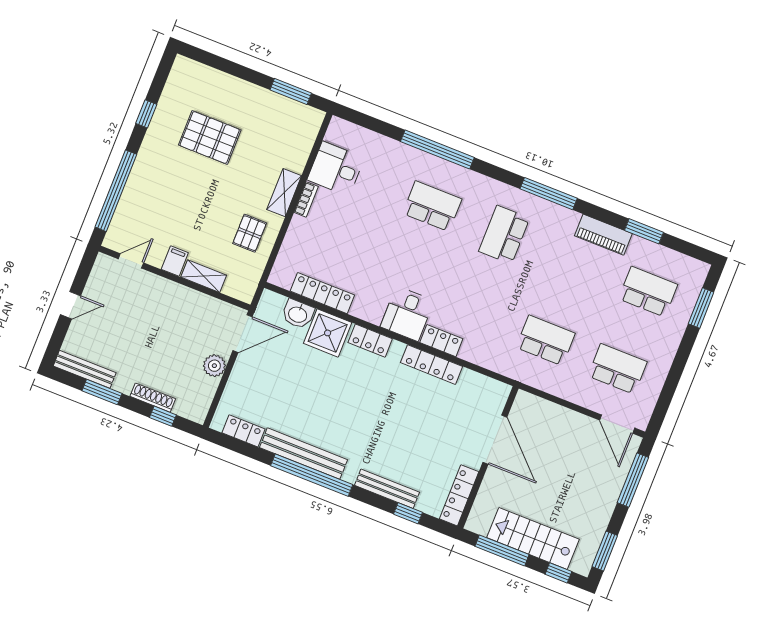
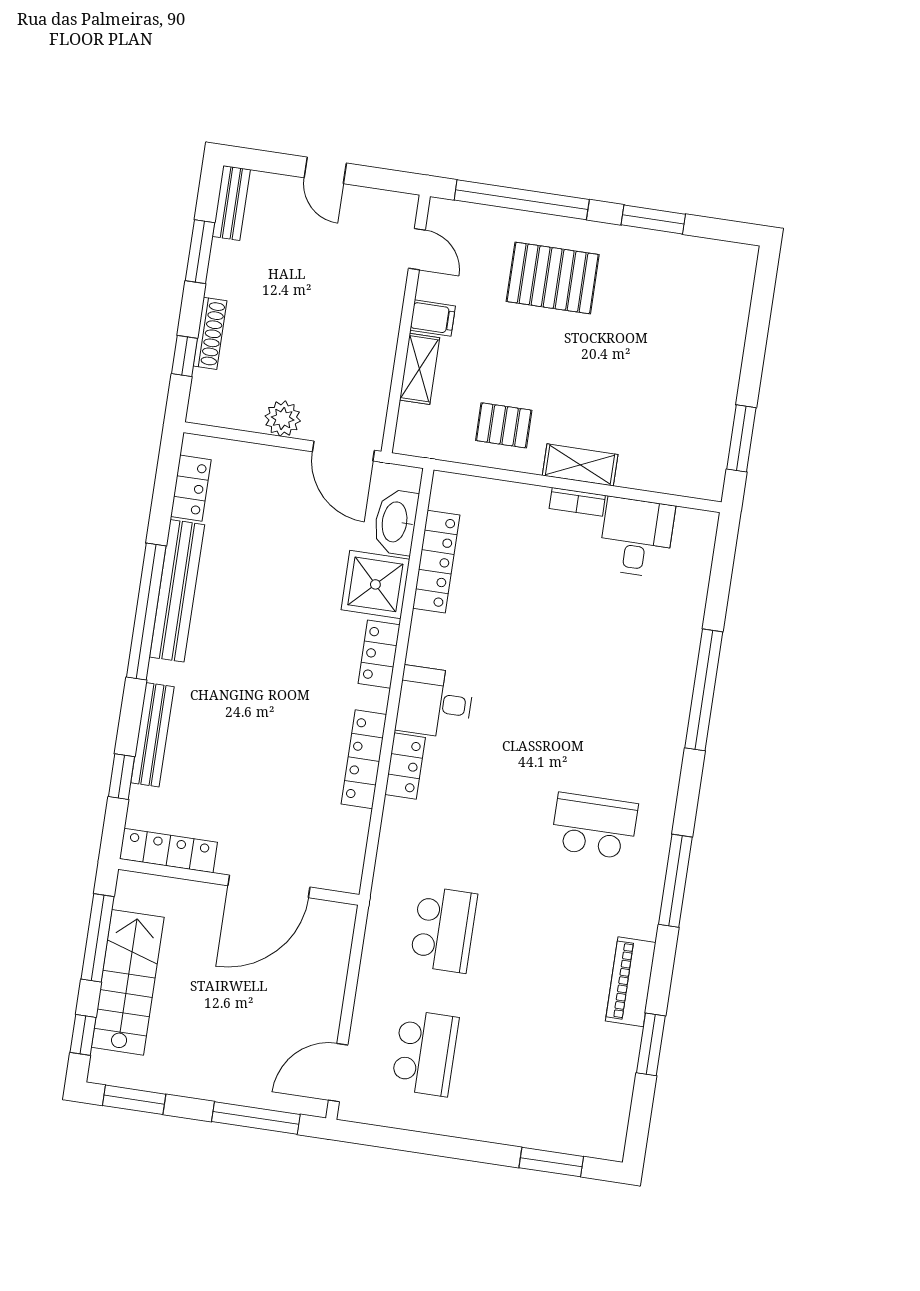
window: (146, 114) -> (653, 219), width x1.50
pallet: (210, 138) -> (553, 278), moved, turned 90
school desk: (432, 206) -> (613, 703), removed
school desk: (648, 292) -> (557, 1073), removed
washbasin: (298, 314) -> (396, 522), width x1.38
bench: (85, 369) -> (231, 203), width x0.73

